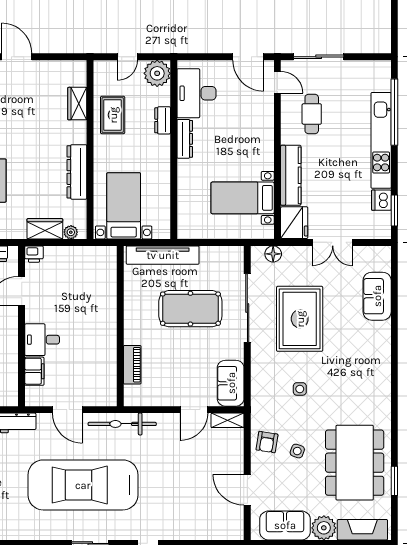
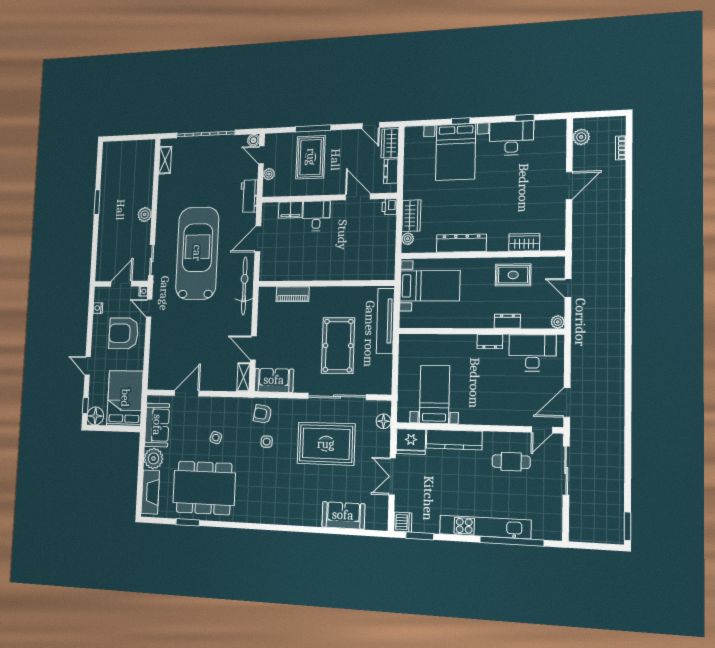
plant: (157, 73) -> (558, 322), width x0.53, depth x0.53
dresser: (185, 139) -> (490, 342), width x0.70
dishwasher: (381, 200) -> (403, 522), moved, turned 90
armchair: (267, 442) -> (263, 414), moved

